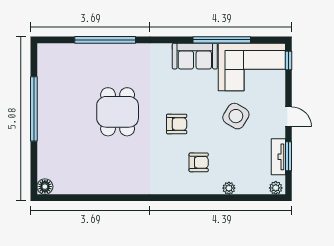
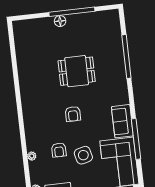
side table: (236, 116) -> (83, 155), turned 45
armchair: (199, 162) -> (59, 150), moved
floor lamp: (45, 187) -> (60, 21), moved

